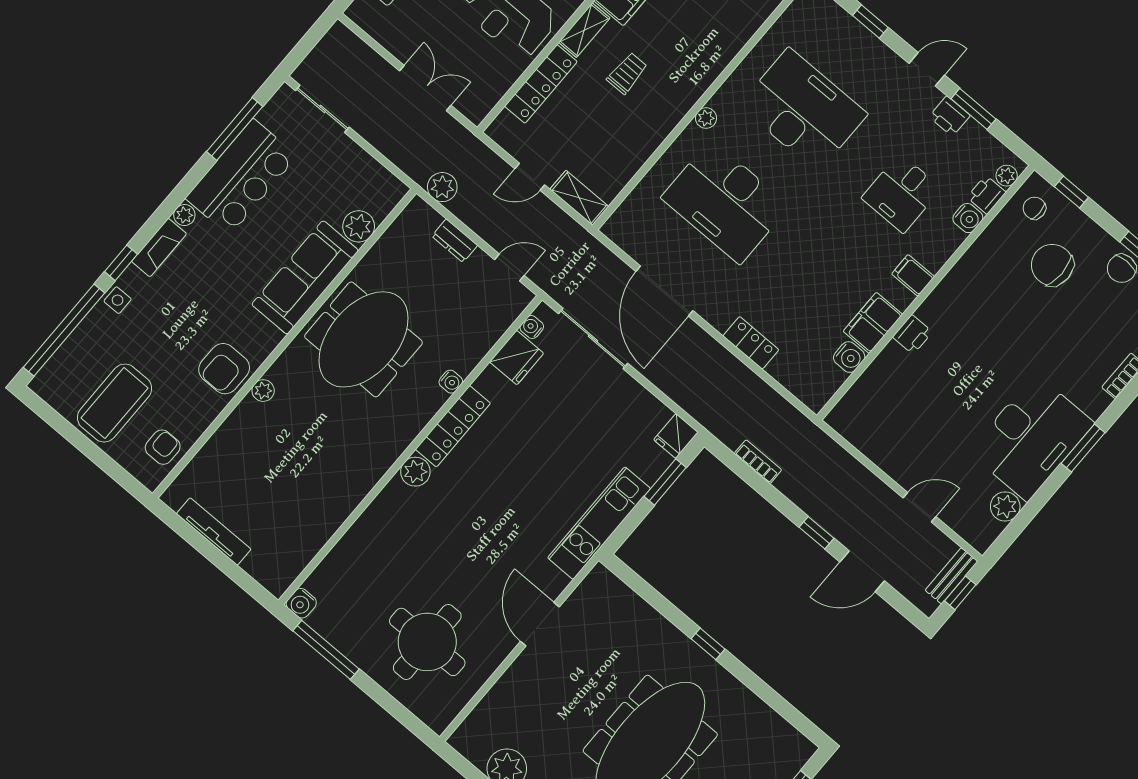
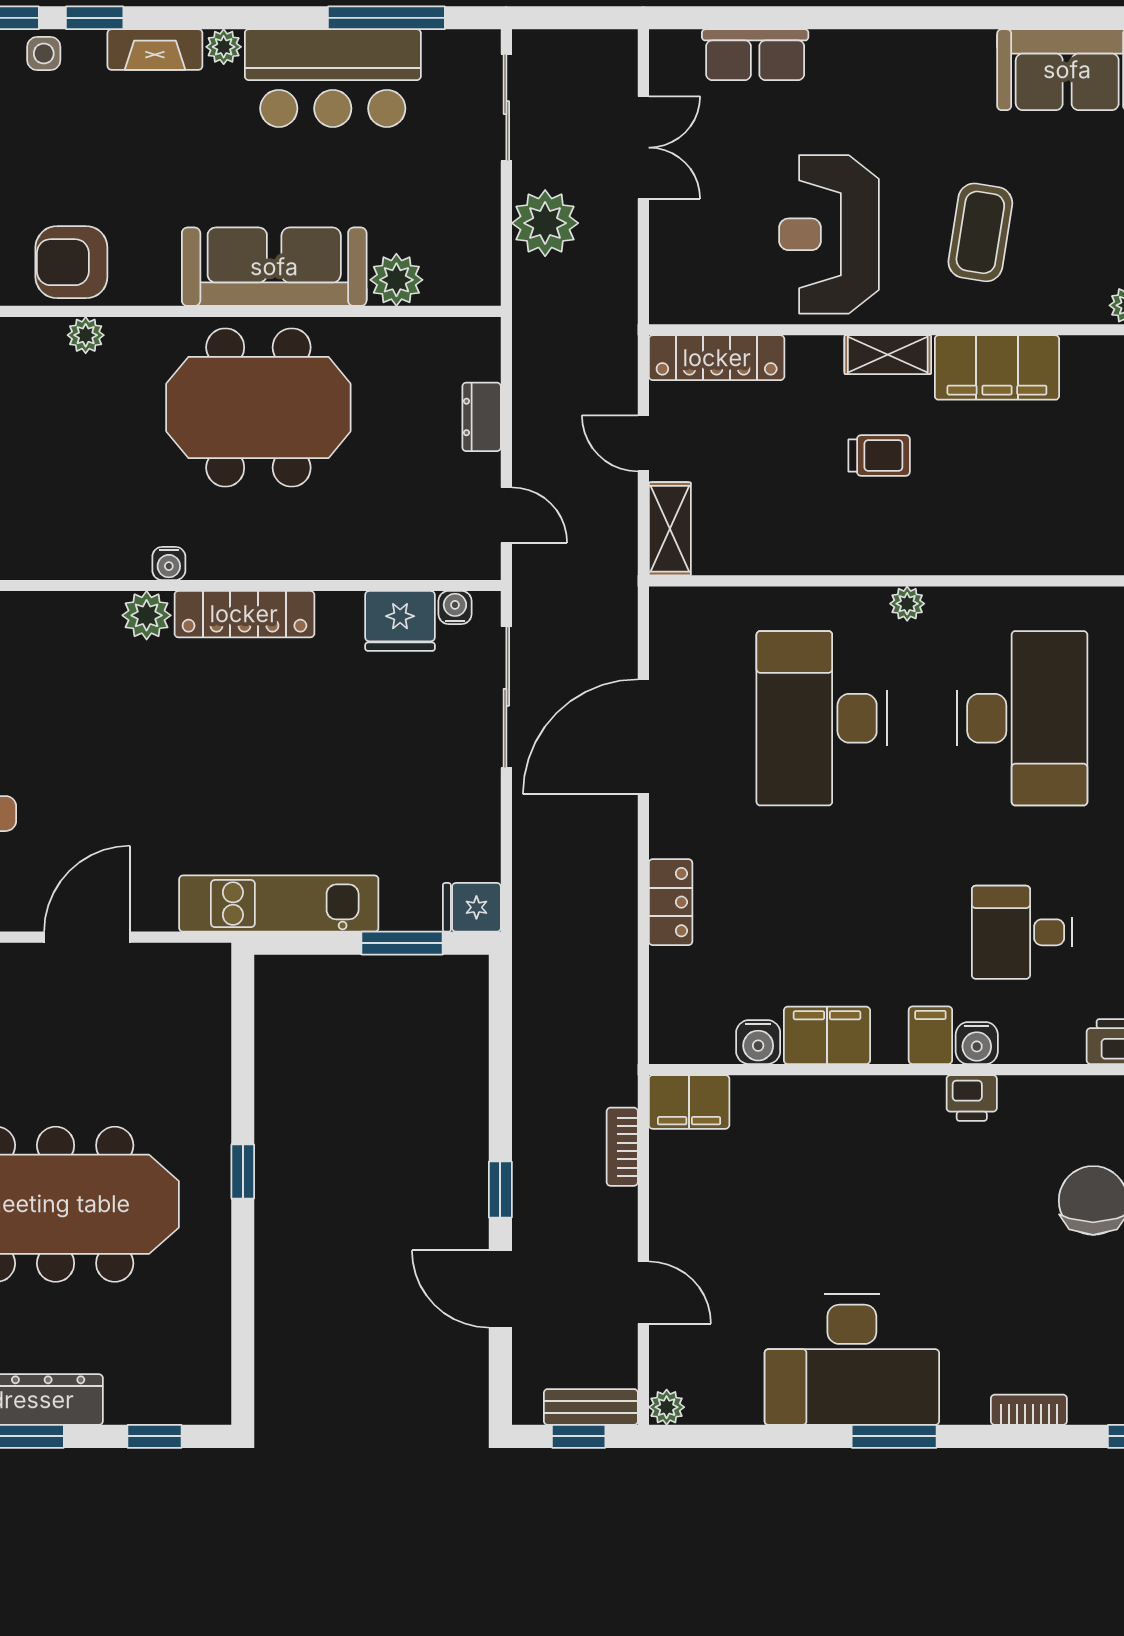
locker: (541, 84) -> (717, 358), moved
double door: (425, 88) -> (643, 148), moved
plant: (442, 187) -> (545, 223), moved, width x1.36, depth x1.36
water cooler: (968, 218) -> (977, 1043), moved
printer: (912, 334) -> (972, 1098), moved
water cooler: (451, 382) -> (169, 563), moved
filing cabinet: (850, 412) -> (689, 1102), added
bookcase: (758, 462) -> (622, 1147), moved, turned 180
plant: (1005, 506) -> (667, 1407), moved, width x0.73, depth x0.73

